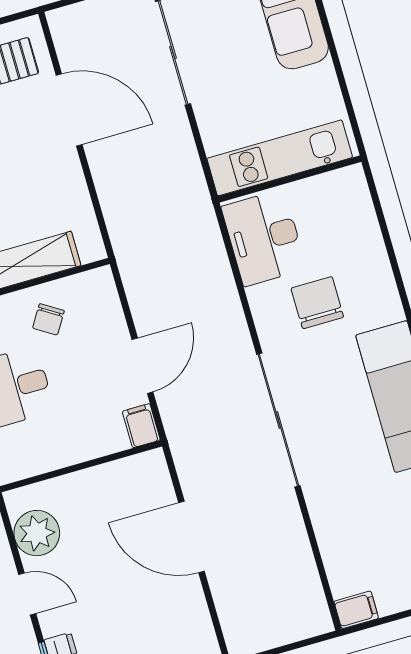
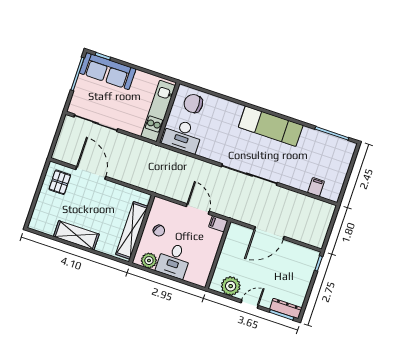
door: (69, 110) -> (91, 173), hinge flipped
chair: (317, 303) -> (193, 104), moved
filing cabinet: (356, 610) -> (316, 187), moved

